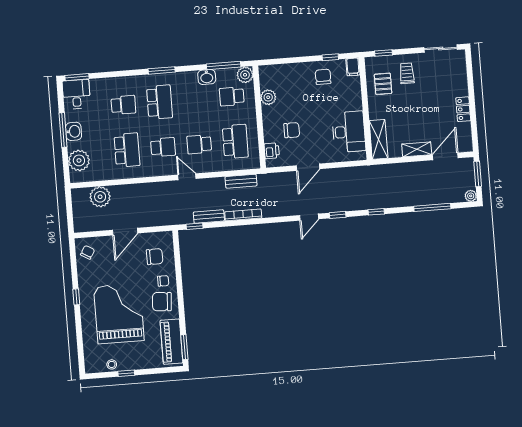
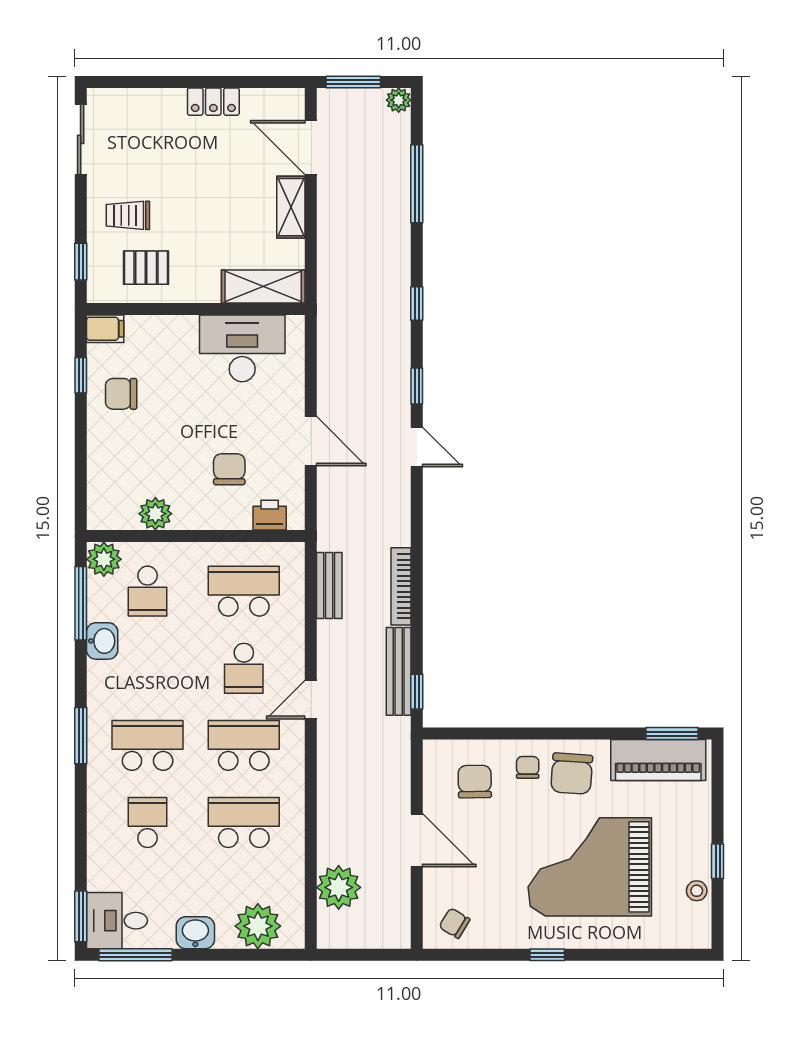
window: (63, 130) -> (136, 955), moved
school desk: (163, 147) -> (244, 745), width x1.85
bench: (209, 216) -> (399, 671), width x1.36

